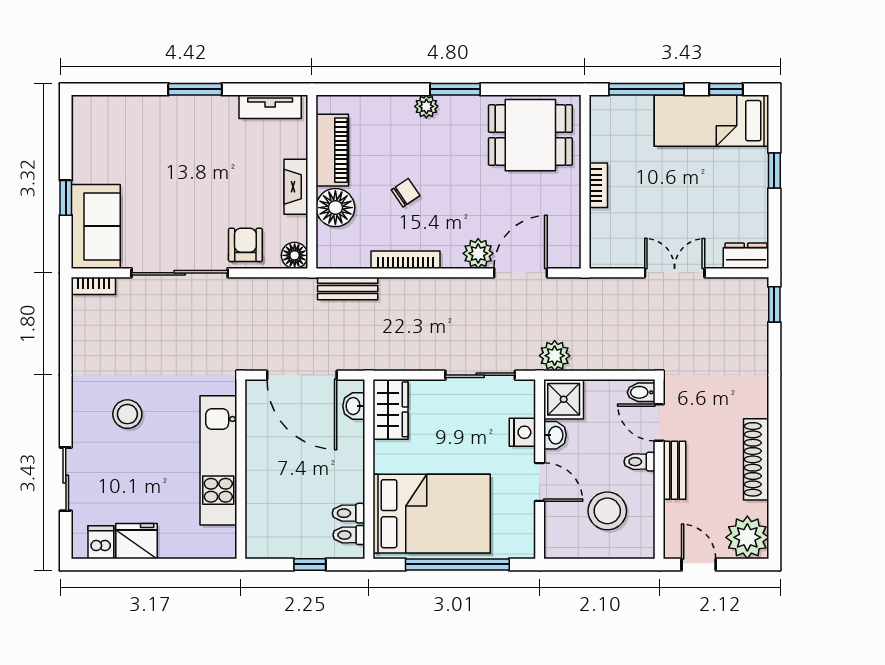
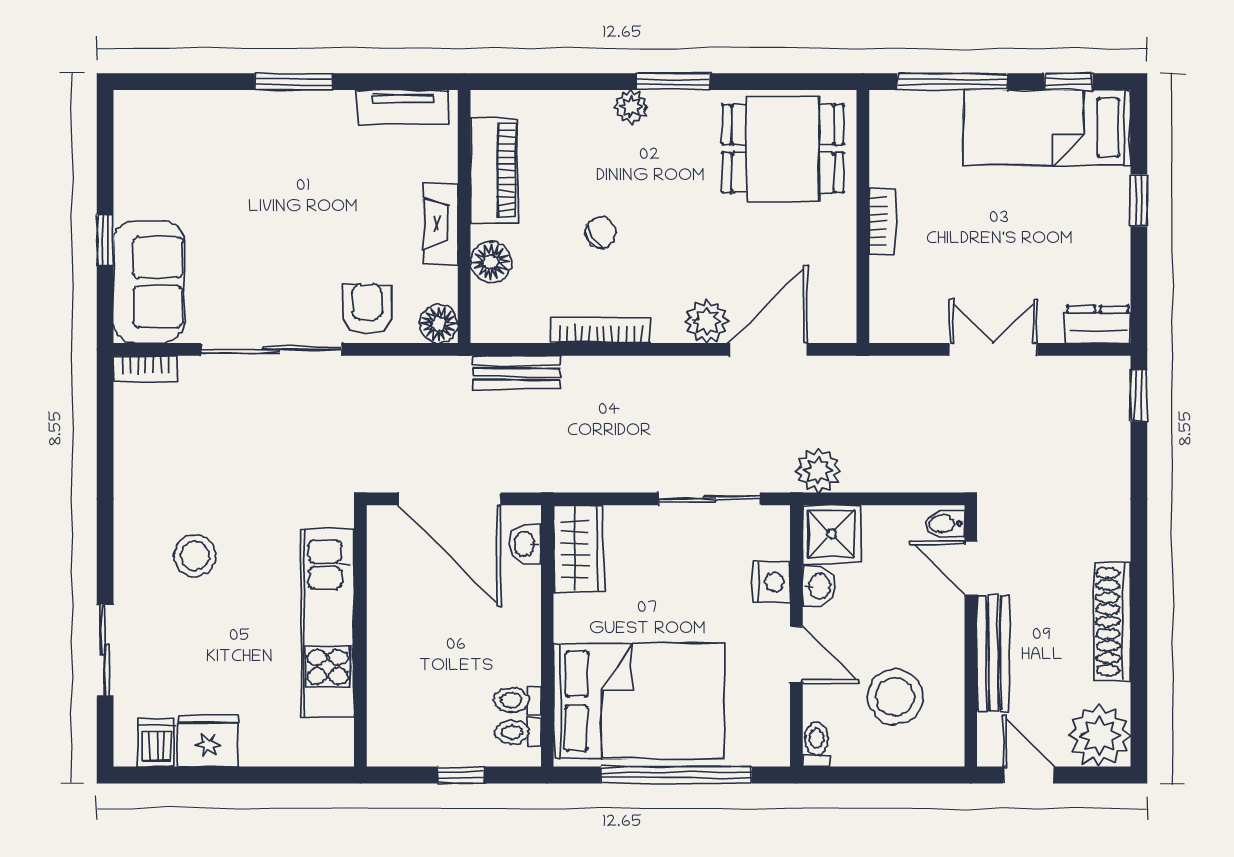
floor lamp: (335, 208) -> (491, 262), width x0.73, depth x0.73
toilet: (639, 462) -> (816, 744), moved, turned 90
bench: (675, 470) -> (993, 653), width x1.36

